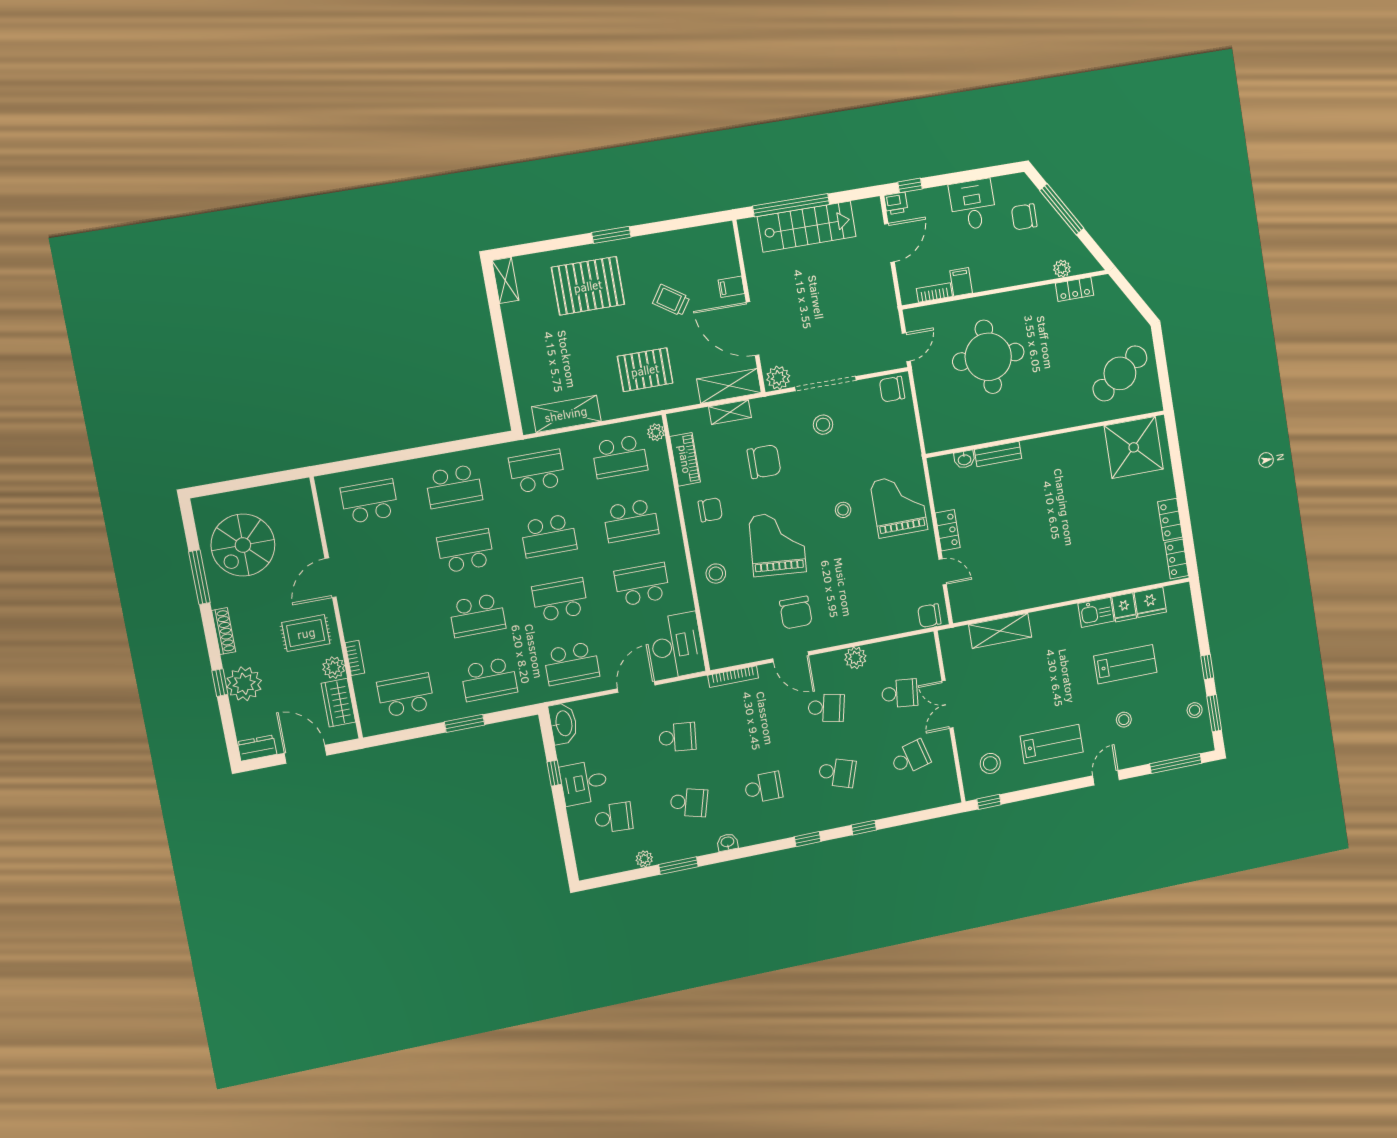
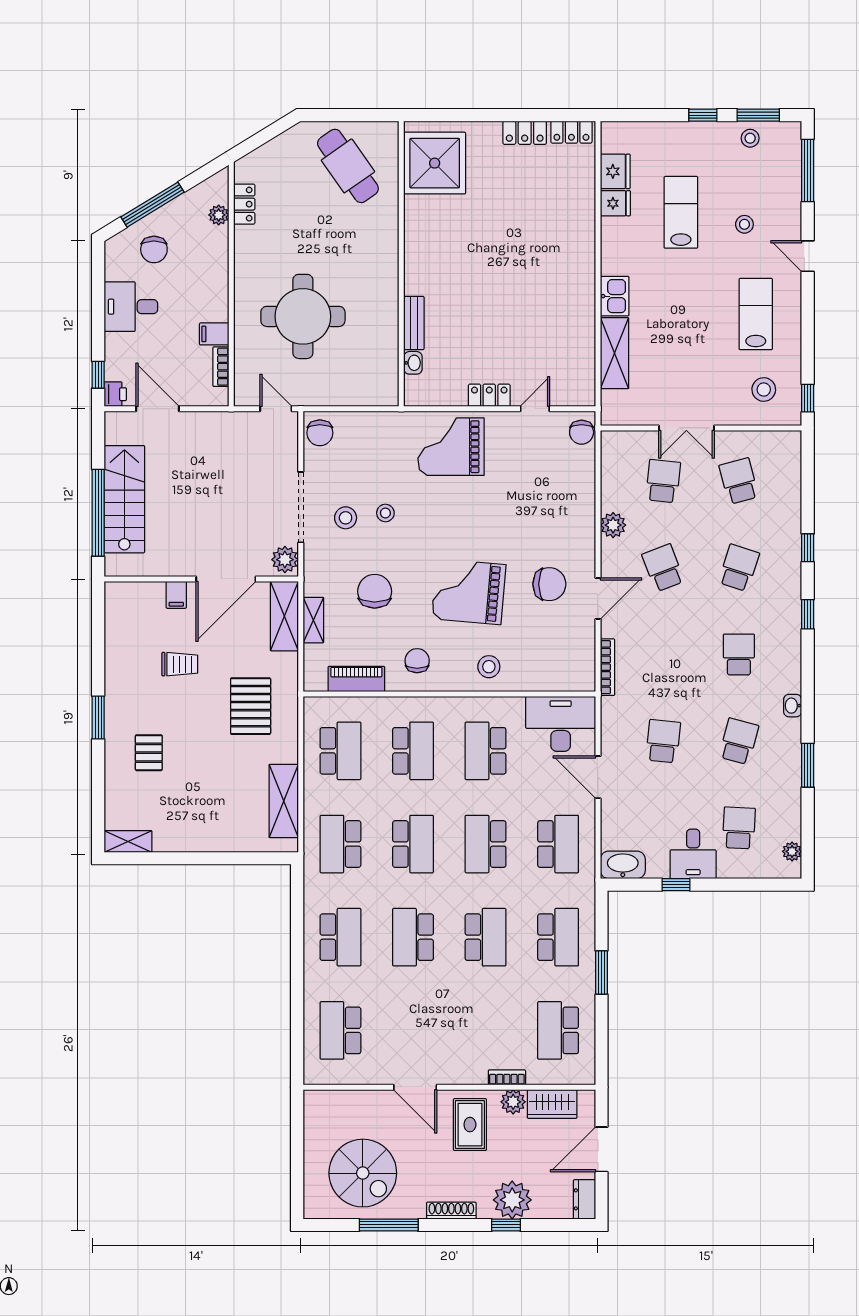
pallet: (588, 286) -> (149, 753), width x0.49, depth x0.50
trolley: (671, 300) -> (180, 664), turned -124
plant: (656, 432) -> (321, 706), removed
stool: (843, 510) -> (385, 513), moved
kitchen sink: (1096, 612) -> (615, 296), moved
school desk: (826, 708) -> (663, 568), turned -33
plant: (644, 859) -> (792, 851), moved

